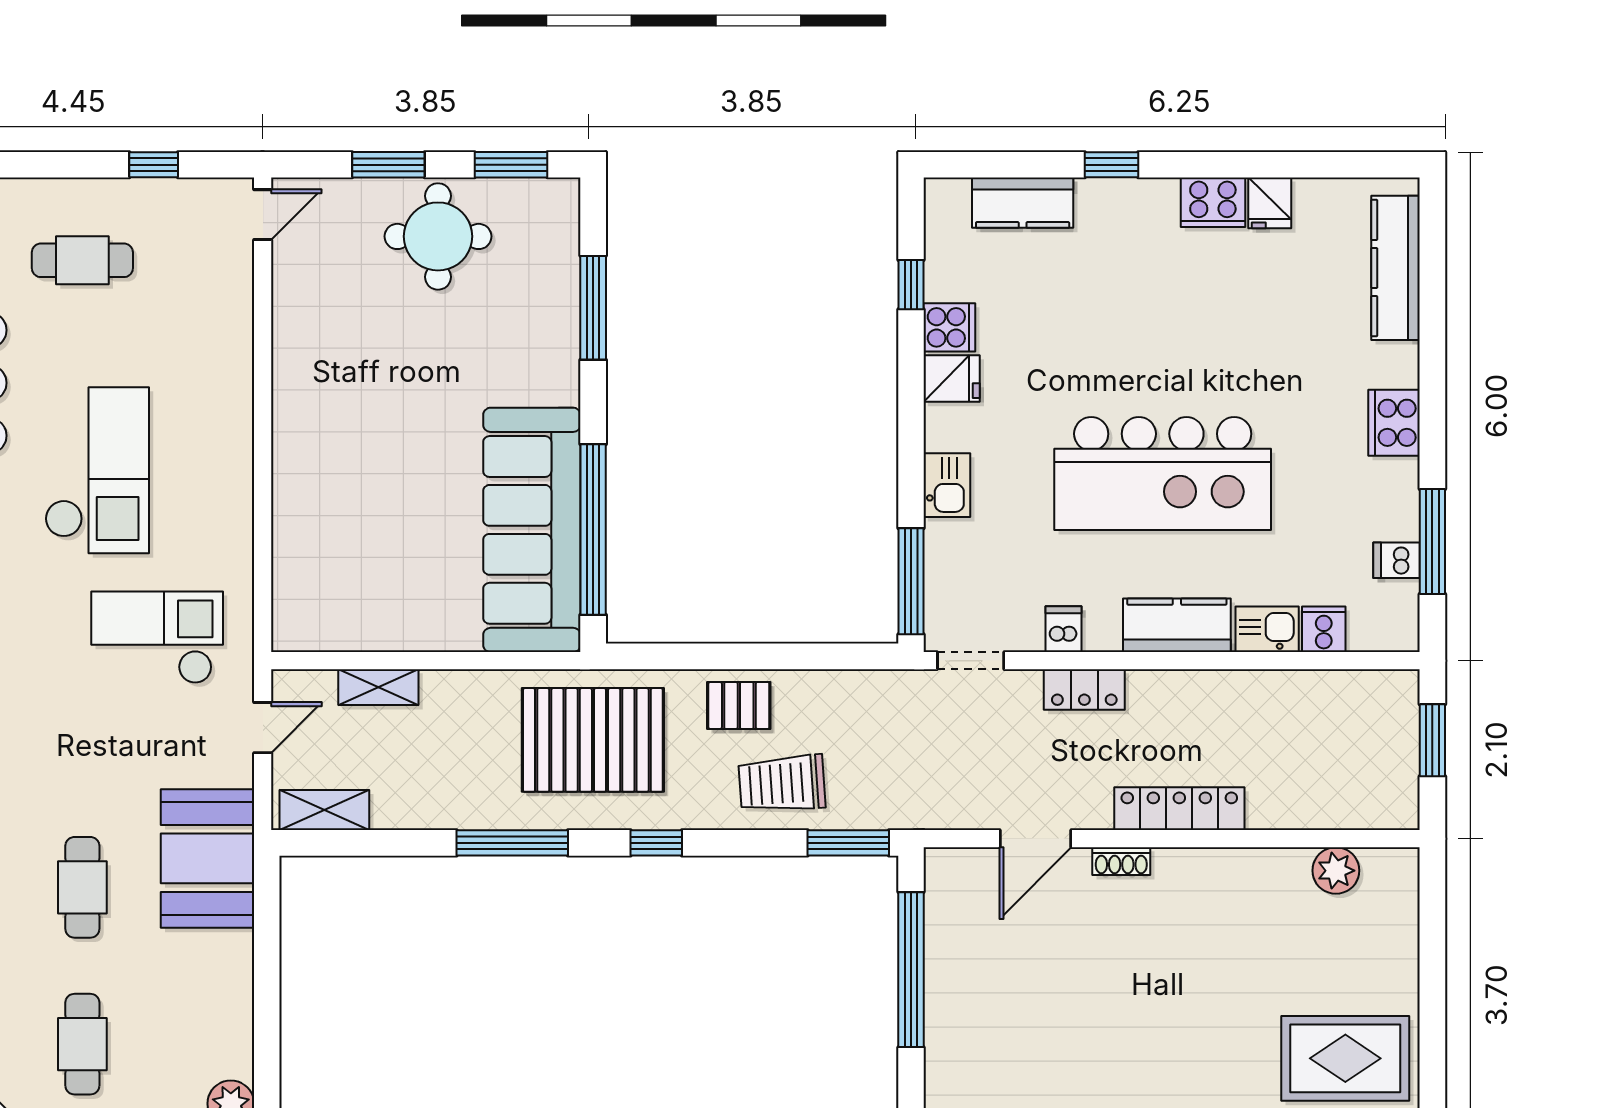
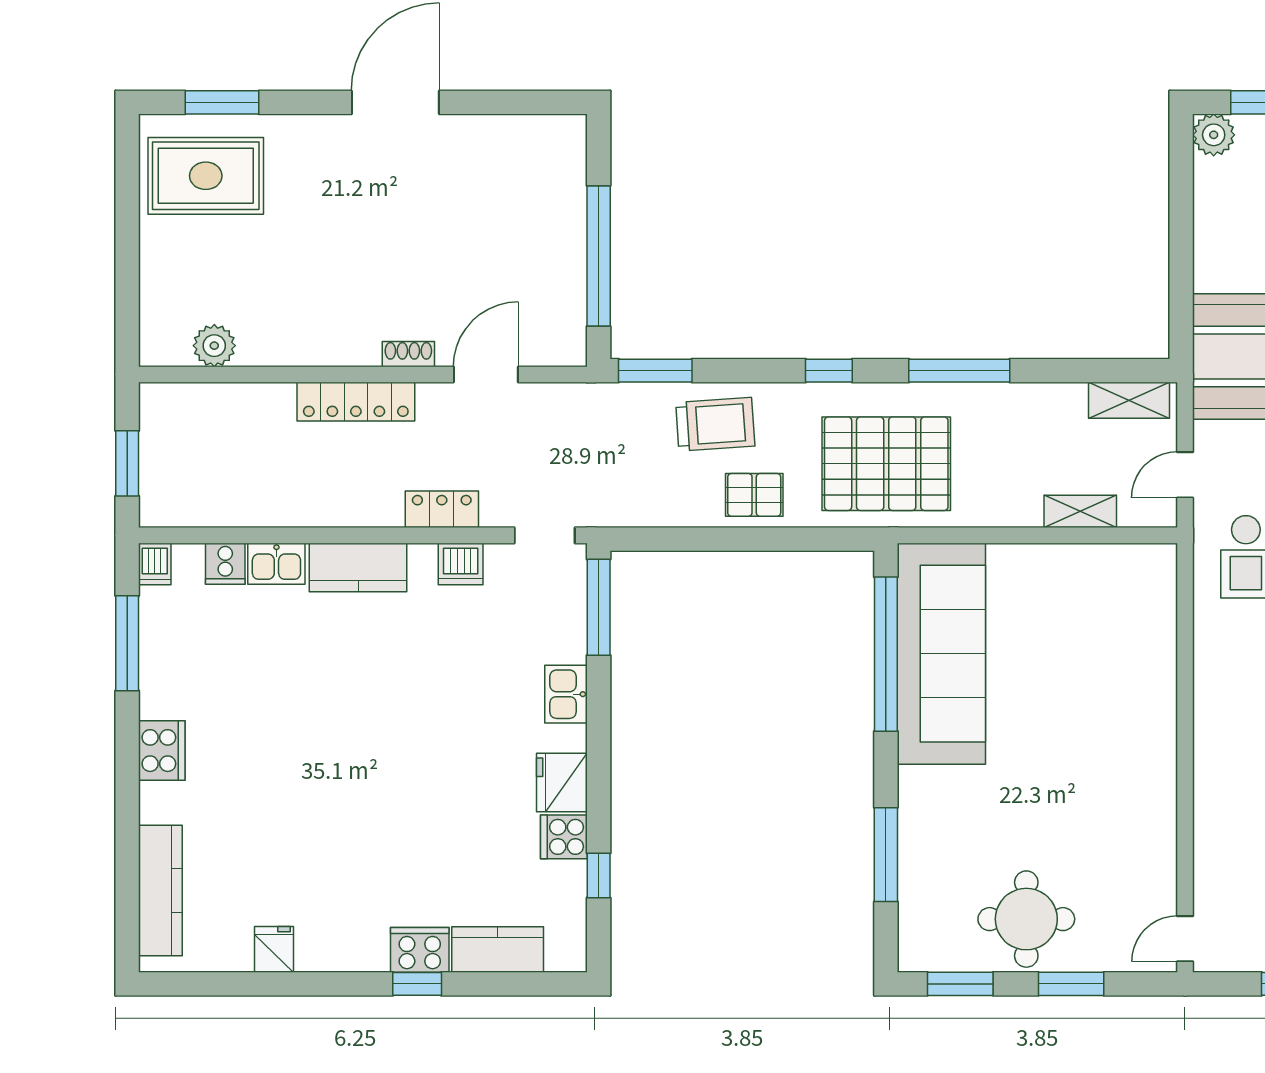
cooker: (1213, 202) -> (420, 950), moved
fridge: (952, 379) -> (562, 782), width x1.38
kitchen island: (1163, 473) -> (371, 705), removed
dishwasher: (1397, 560) -> (155, 564), moved, turned 90
dishwasher: (1063, 629) -> (461, 564), width x1.38

